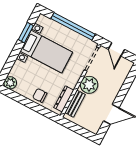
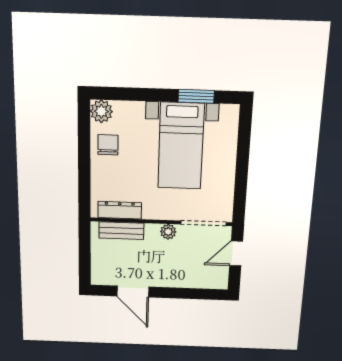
window: (73, 26) -> (242, 169), removed
plant: (89, 85) -> (168, 232), width x0.53, depth x0.53
chair: (40, 95) -> (108, 145), moved

